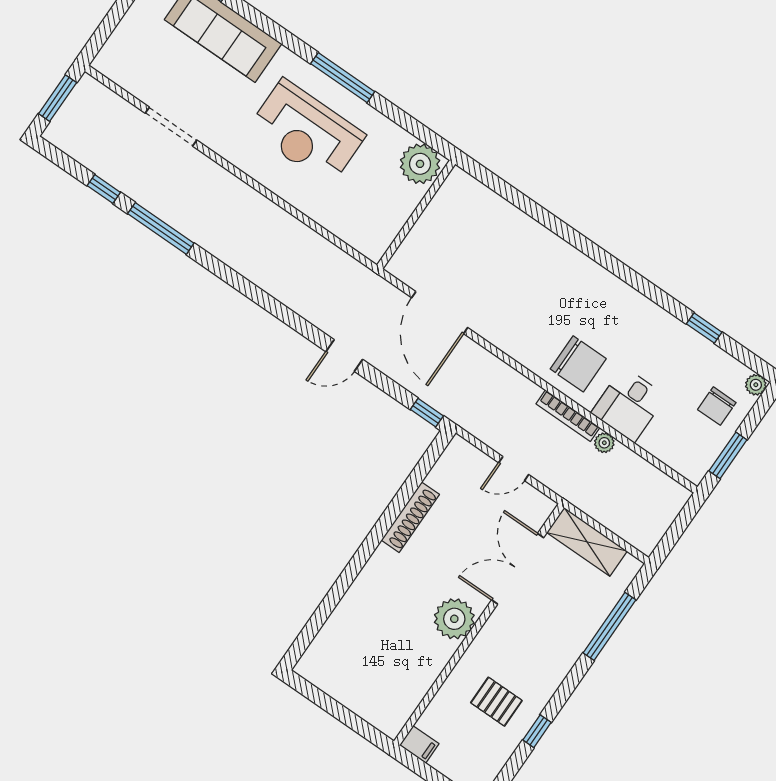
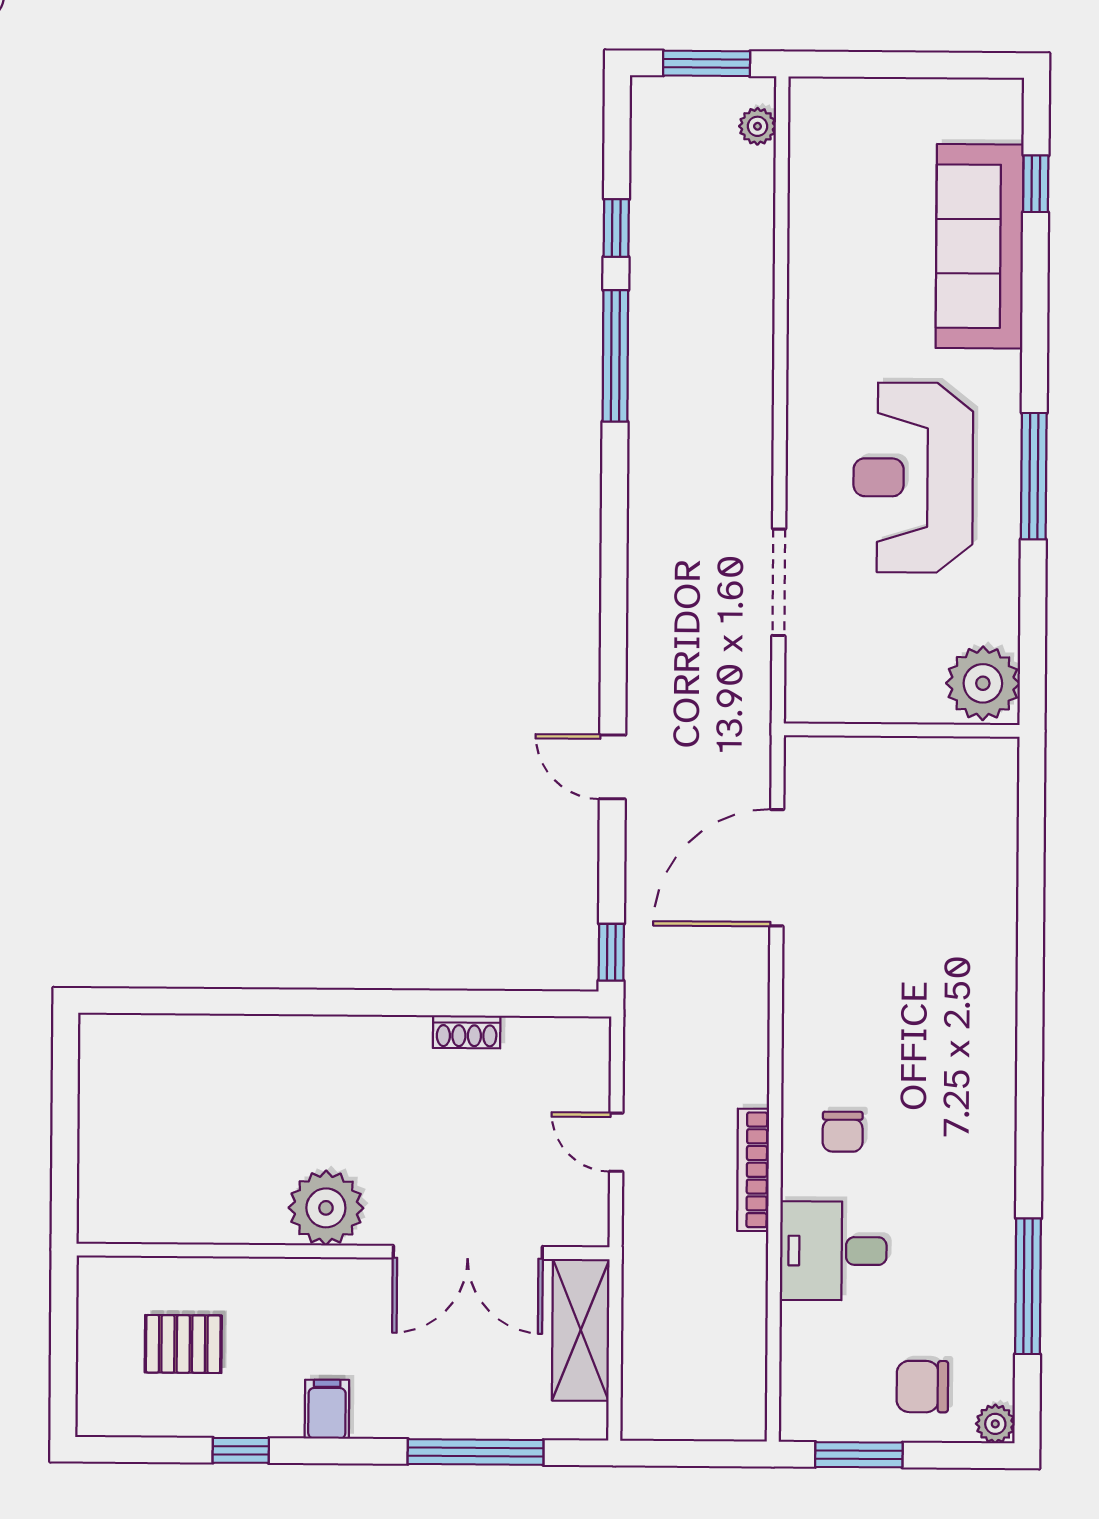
doorway: (171, 127) -> (779, 582), moved
window: (704, 328) -> (1028, 1286), width x2.17
chair: (578, 364) -> (843, 1132), width x0.54, depth x0.54
plant: (604, 443) -> (758, 126), moved
shoe rack: (410, 517) -> (467, 1032), width x0.51, depth x0.81
double door: (518, 569) -> (468, 1252), swing flipped
pallet: (496, 702) -> (183, 1344), moved, turned 90
filing cabinet: (419, 744) -> (327, 1409), moved, turned 180

